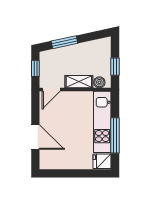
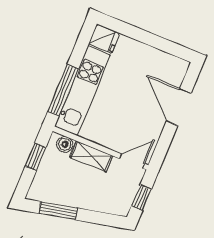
window: (64, 42) -> (58, 211), moved
window: (115, 135) -> (63, 90), moved

